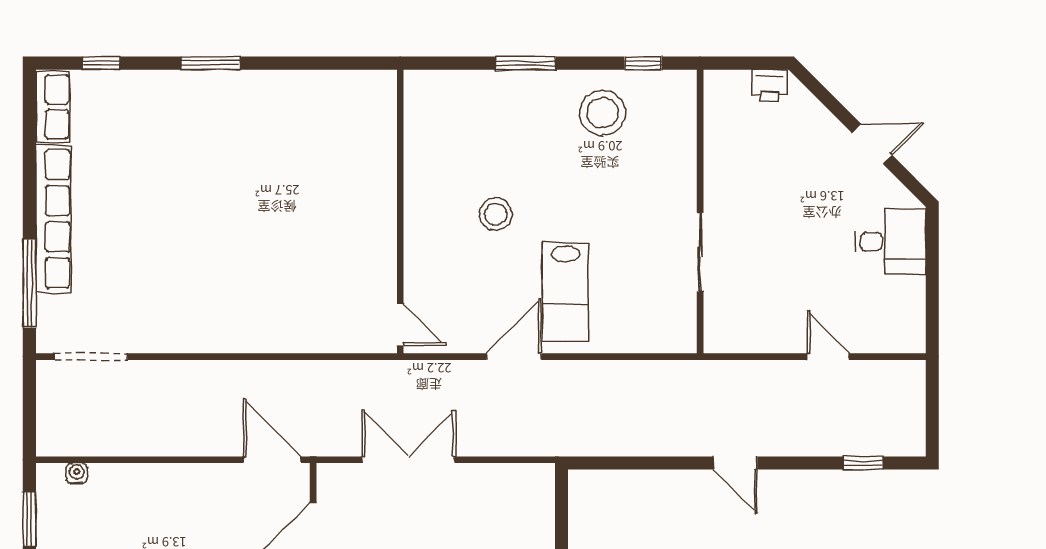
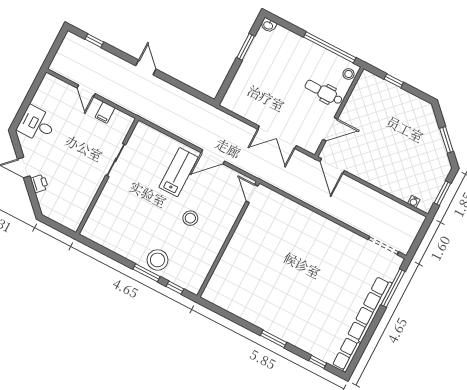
window: (643, 63) -> (175, 288), moved
printer: (769, 85) -> (39, 183), moved, turned 45
stool: (602, 113) -> (158, 260), moved
filing cabinet: (769, 334) -> (105, 112), added

